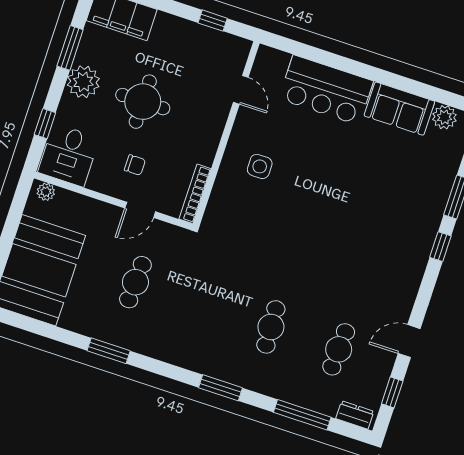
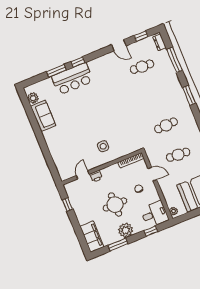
bar counter: (326, 90) -> (72, 79), moved, turned 90
printer: (219, 111) -> (96, 176), added
cafe table: (271, 327) -> (166, 125), moved

